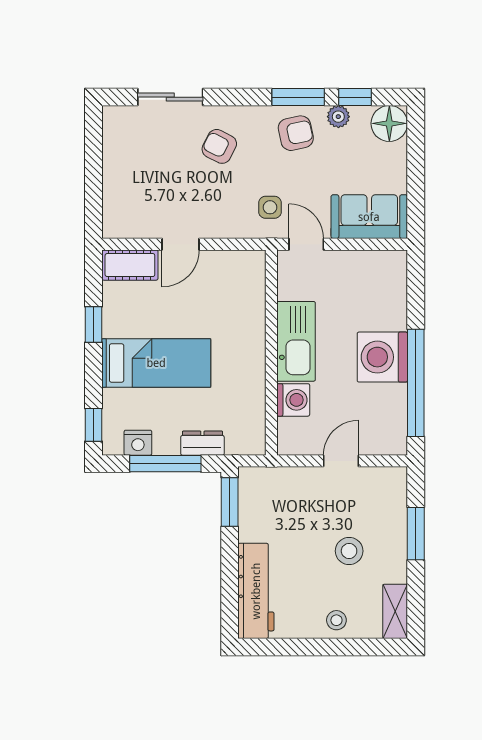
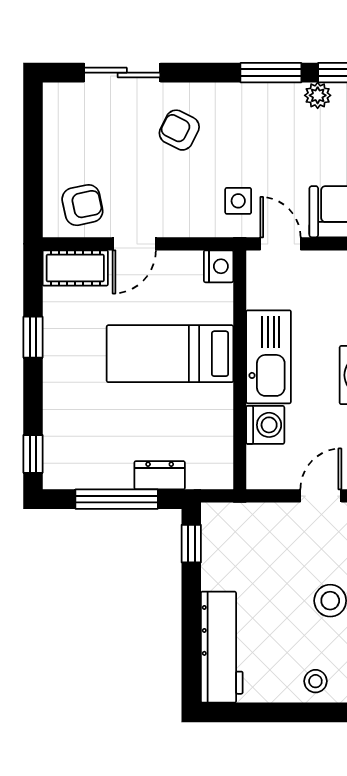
armchair: (296, 133) -> (82, 205), moved
bed: (156, 363) -> (170, 354), moved, turned 180
nightstand: (138, 443) -> (219, 266), moved, turned -90
window: (230, 502) -> (191, 544), width x0.67

